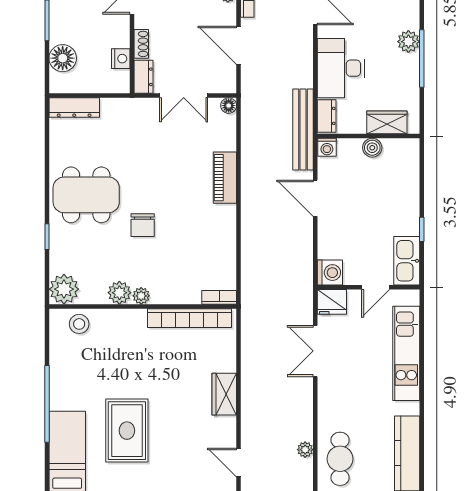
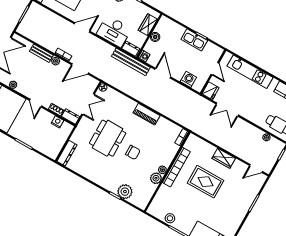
floor lamp: (63, 58) -> (43, 146), removed
piano: (225, 178) -> (147, 114), moved
dining table: (86, 195) -> (108, 138), moved
door: (315, 198) -> (163, 73), swing flipped
kitchen sink: (407, 261) -> (194, 40), moved
washing machine: (330, 273) -> (188, 79), moved
plant: (64, 289) -> (125, 192), moved
bookcase: (189, 318) -> (176, 167), moved
stool: (79, 324) -> (170, 218), moved
rug: (127, 431) -> (206, 182), moved

